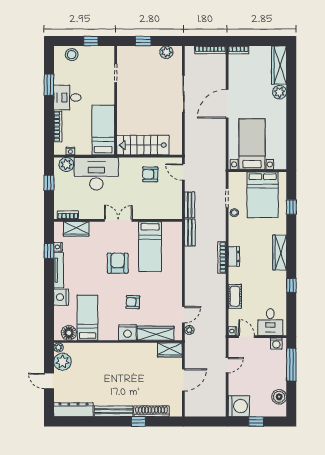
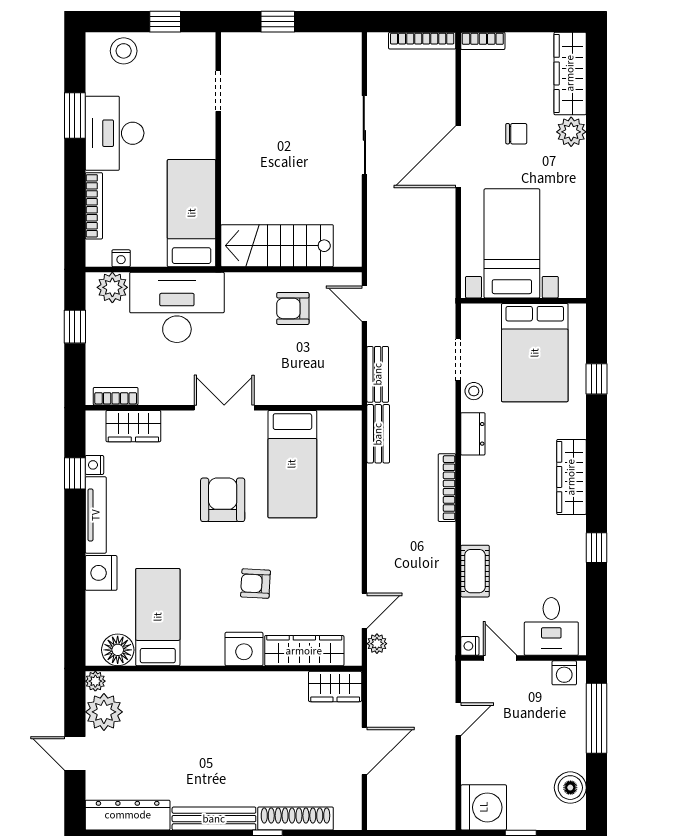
plant: (166, 52) -> (327, 46), removed
chair: (254, 93) -> (516, 134), added
desk: (67, 98) -> (115, 133), width x1.37
dresser: (234, 256) -> (473, 434), moved

